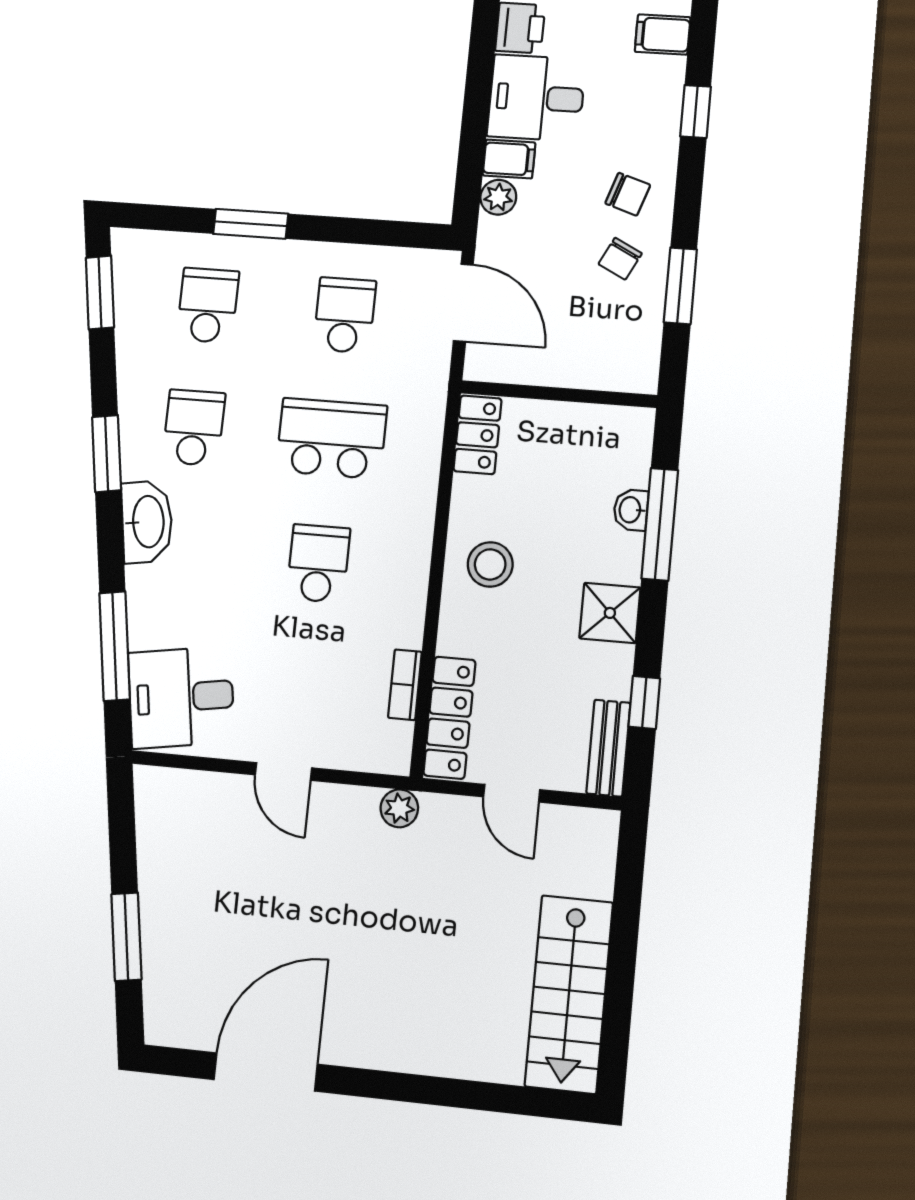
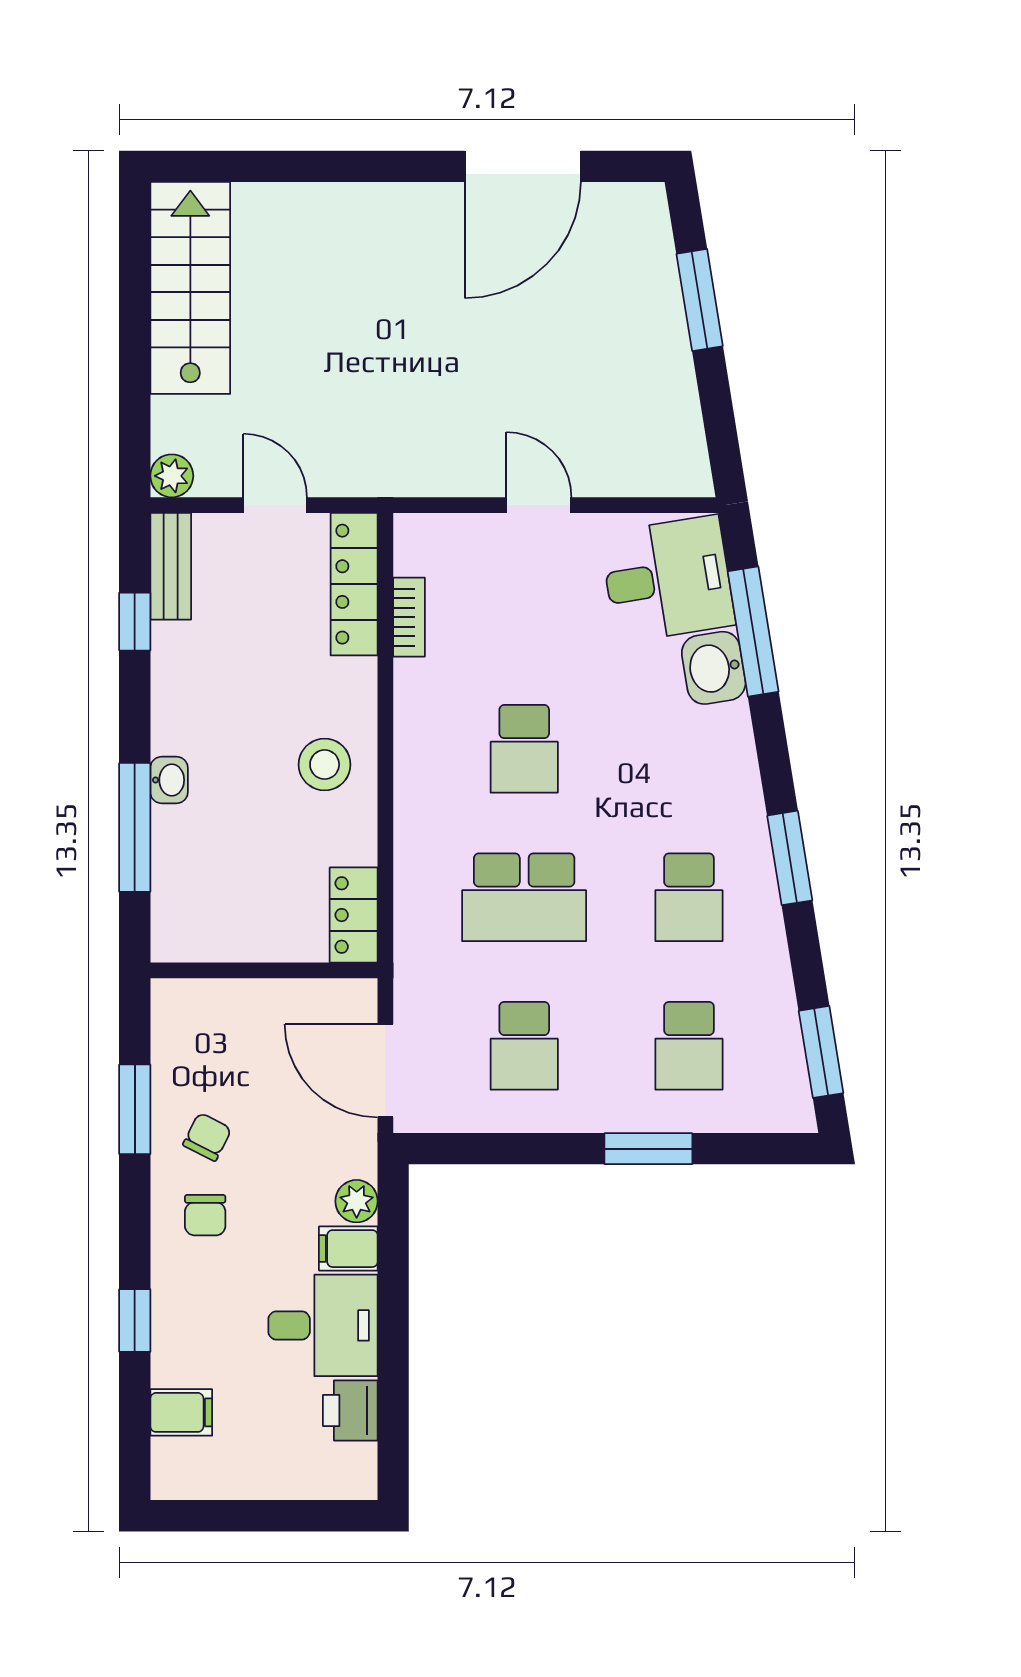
chair: (628, 194) -> (205, 1215), turned -108
washbasin: (631, 510) -> (169, 780), moved
washbasin: (147, 522) -> (714, 668), moved, width x0.72
shower: (610, 613) -> (182, 720), removed
plant: (399, 808) -> (172, 476), moved

